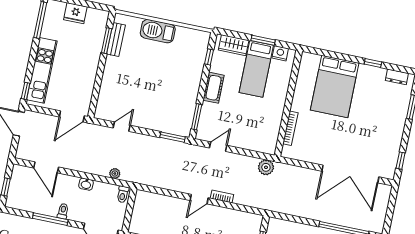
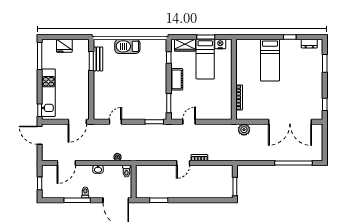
bed: (335, 87) -> (270, 60), width x0.67
door: (46, 167) -> (66, 163), hinge flipped
plant: (266, 167) -> (244, 130), moved

